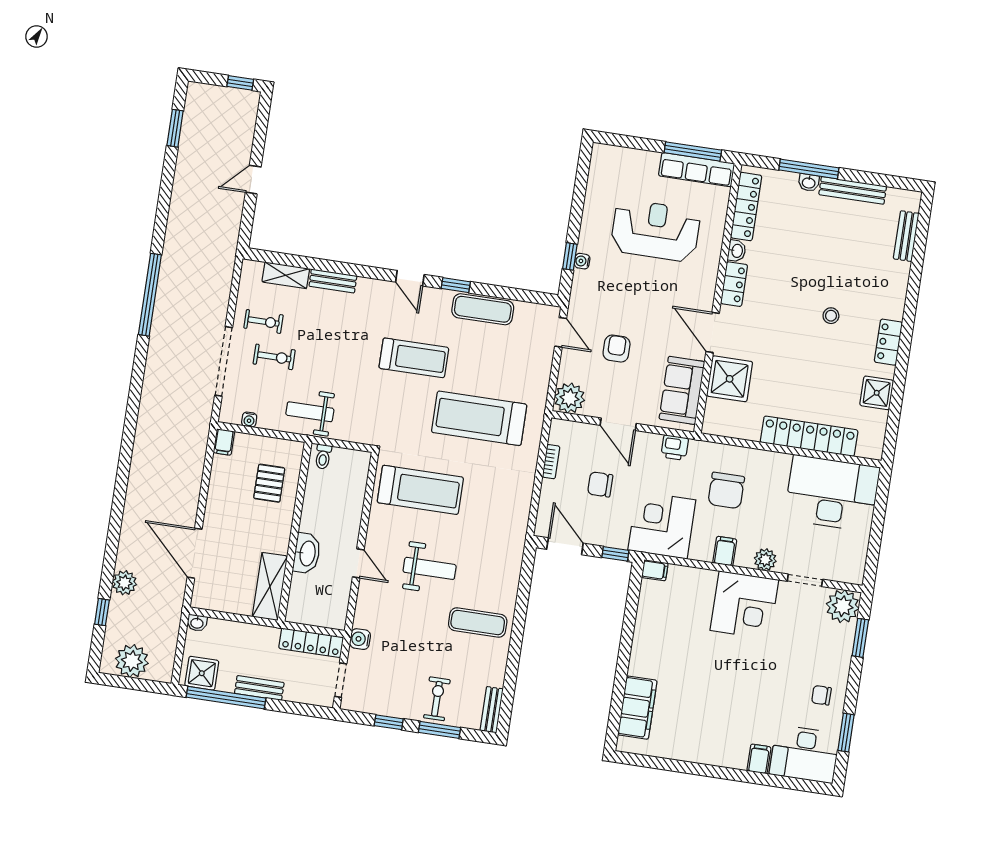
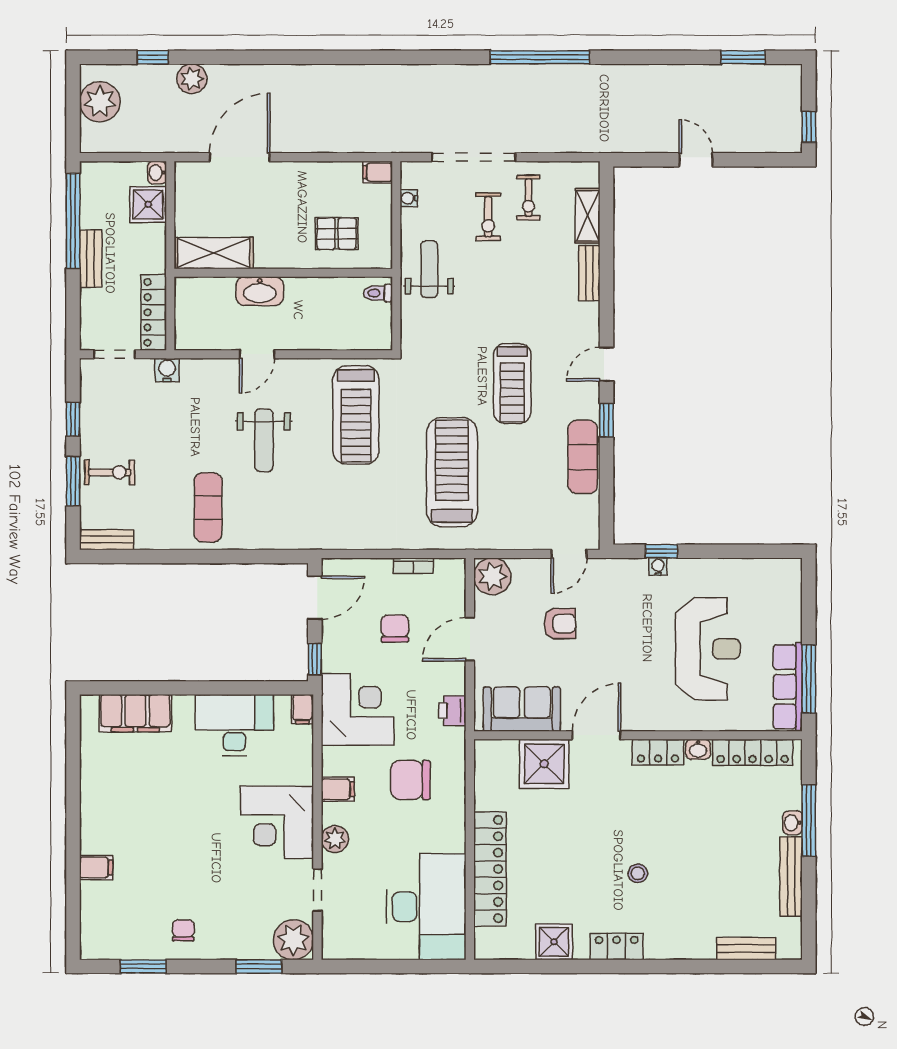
shower: (202, 673) -> (148, 204), moved
desk: (805, 754) -> (234, 725), moved, turned 90

